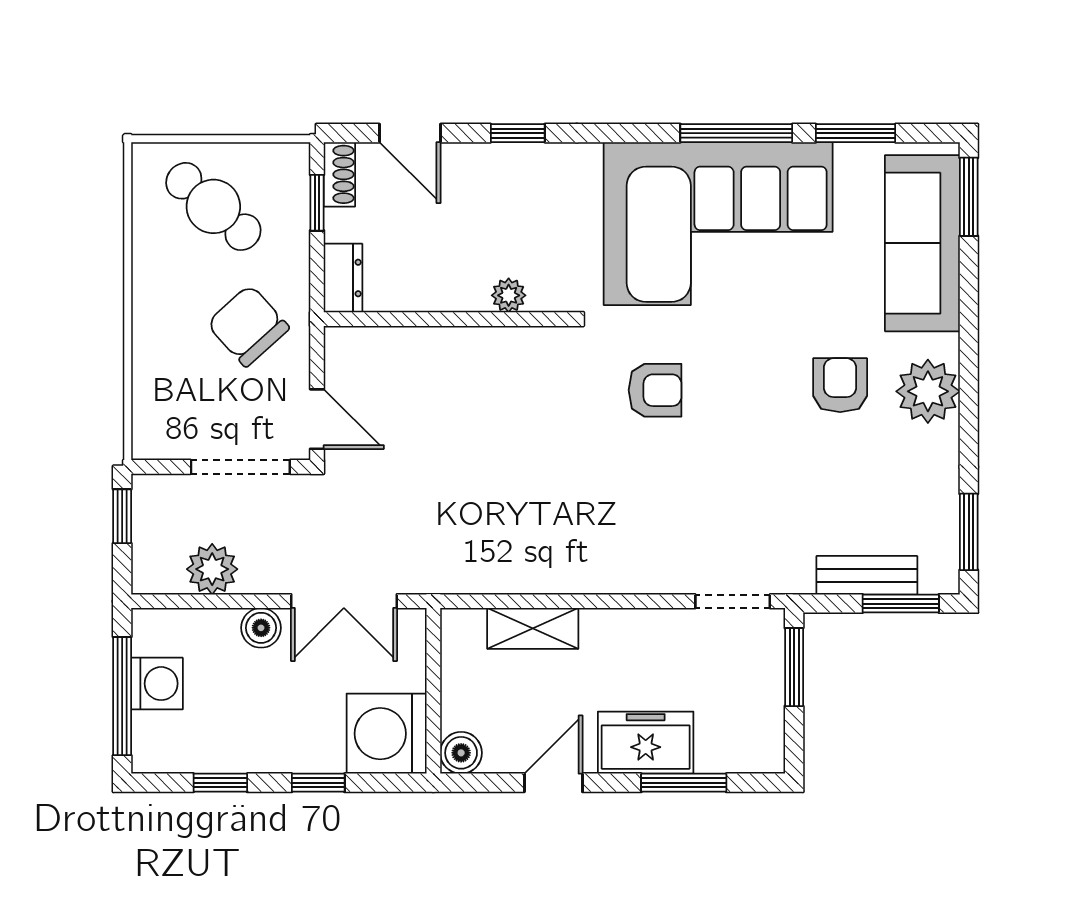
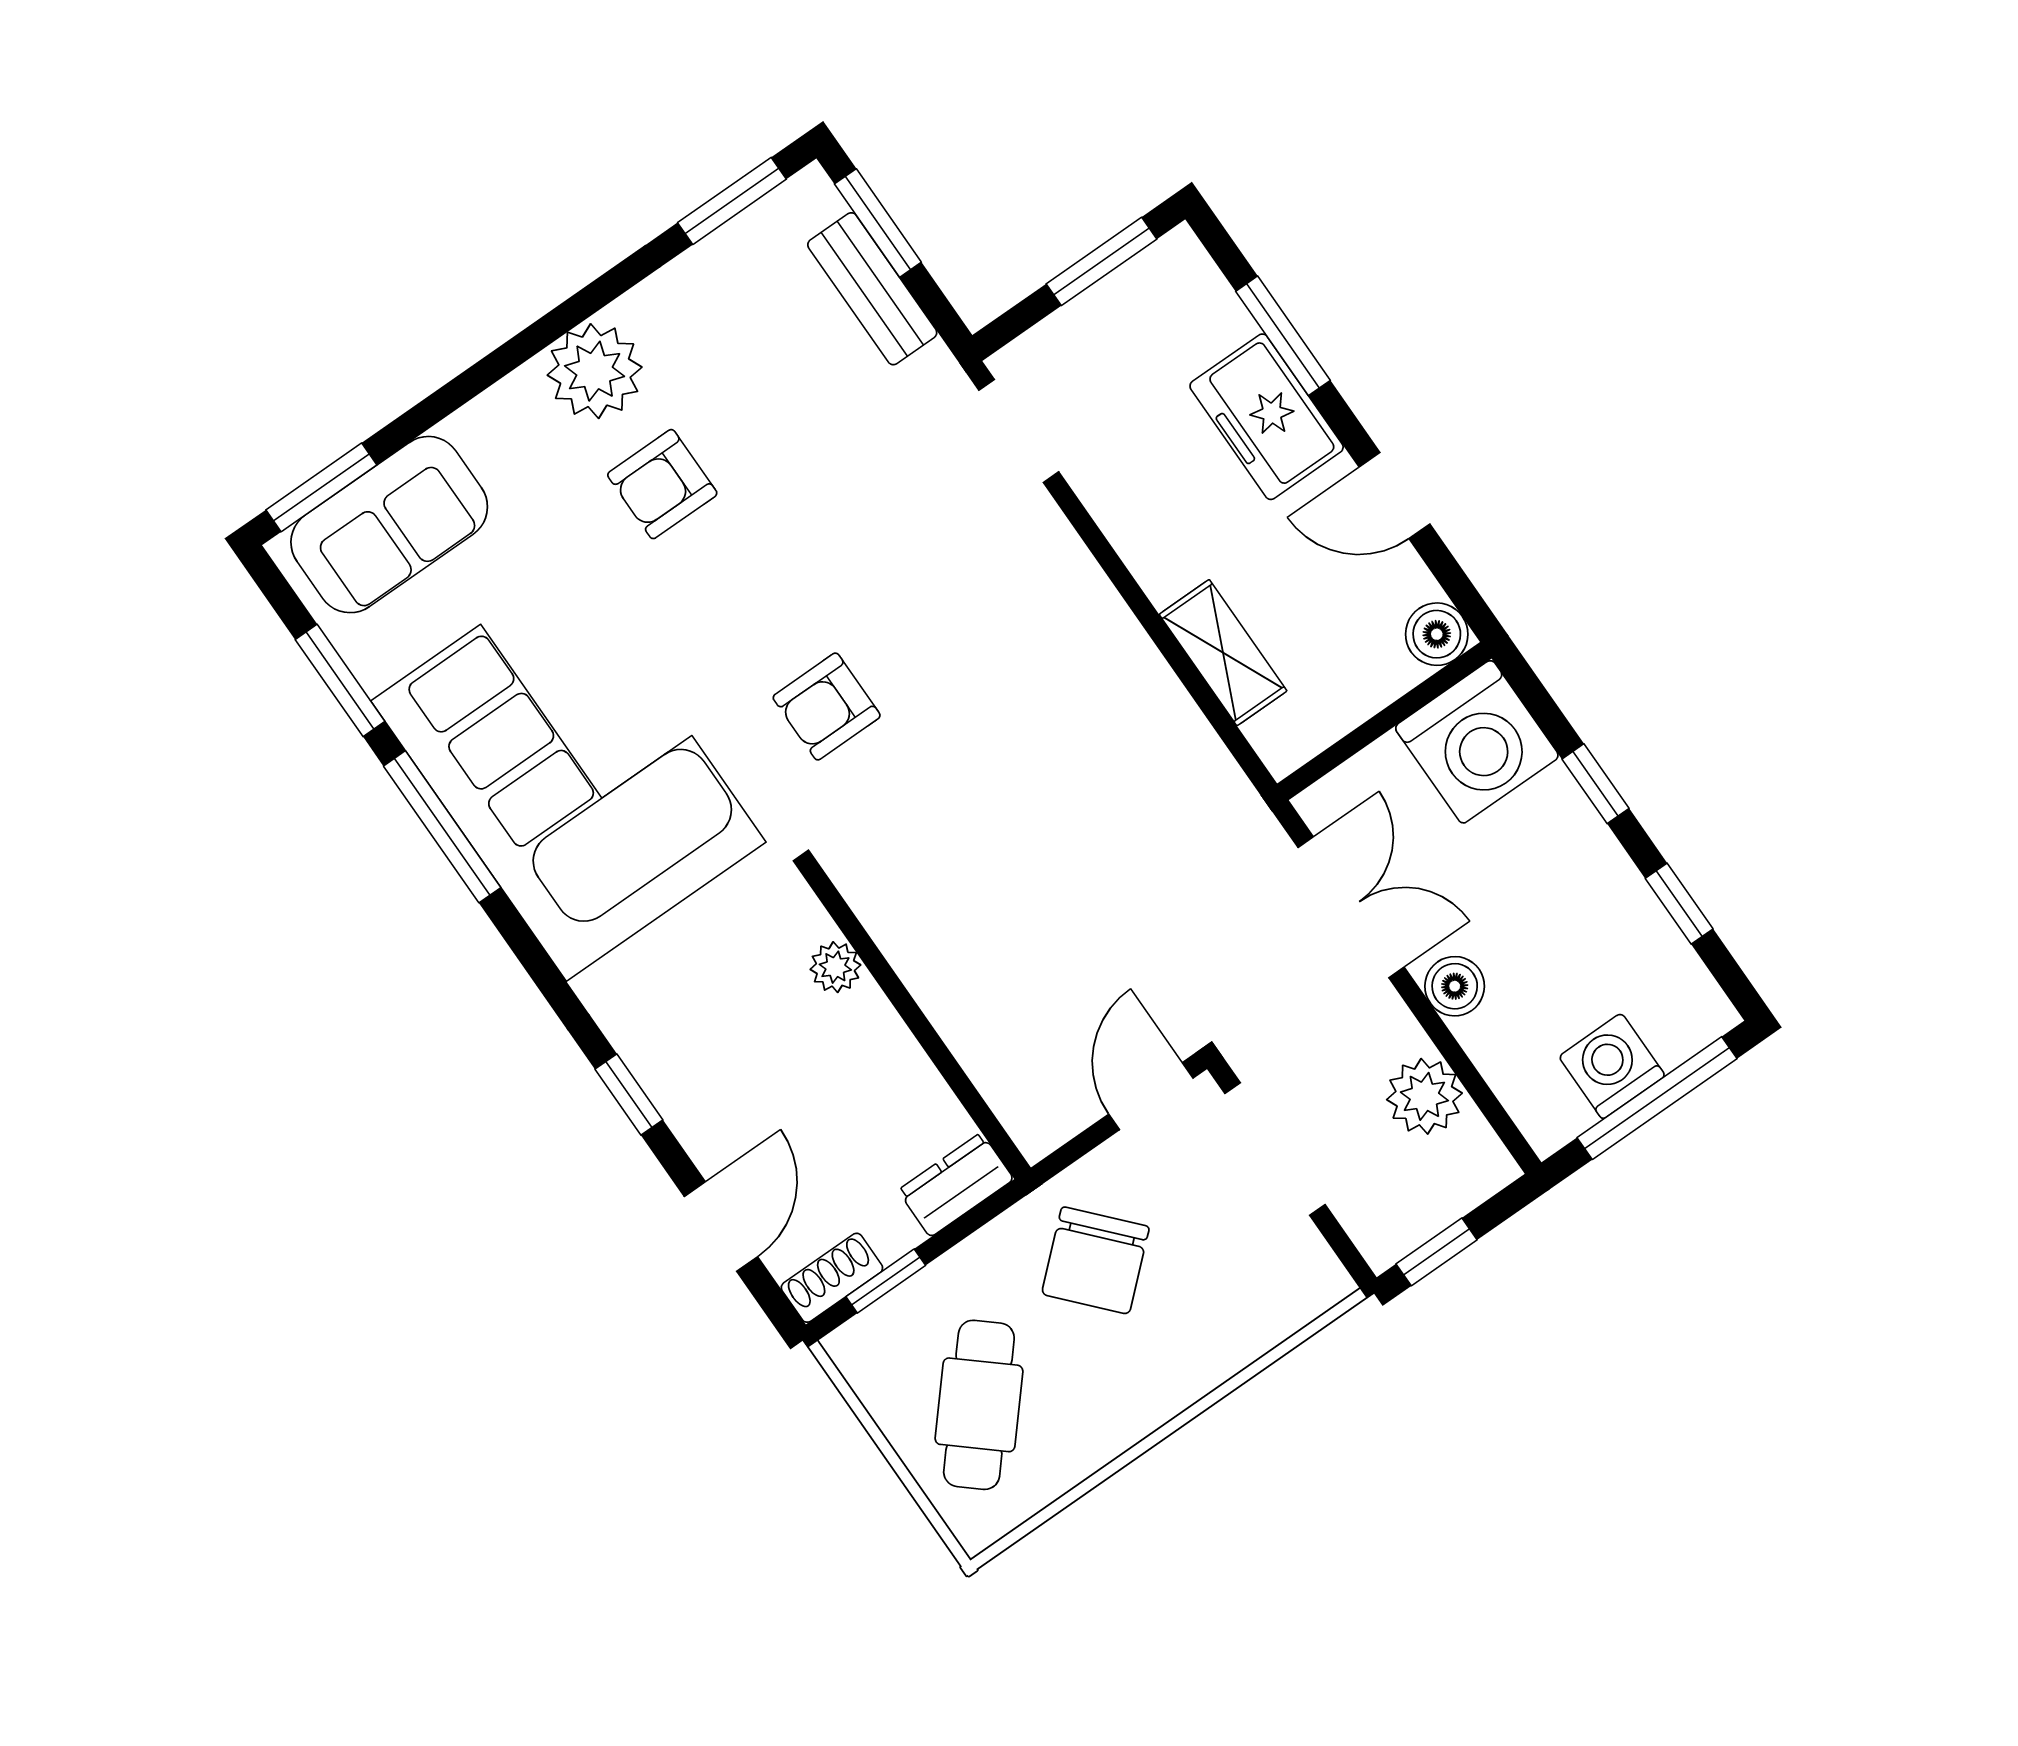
sofa: (922, 243) -> (389, 525), width x0.73
armchair: (655, 390) -> (827, 706), turned -90
window: (794, 667) -> (1101, 261), moved

